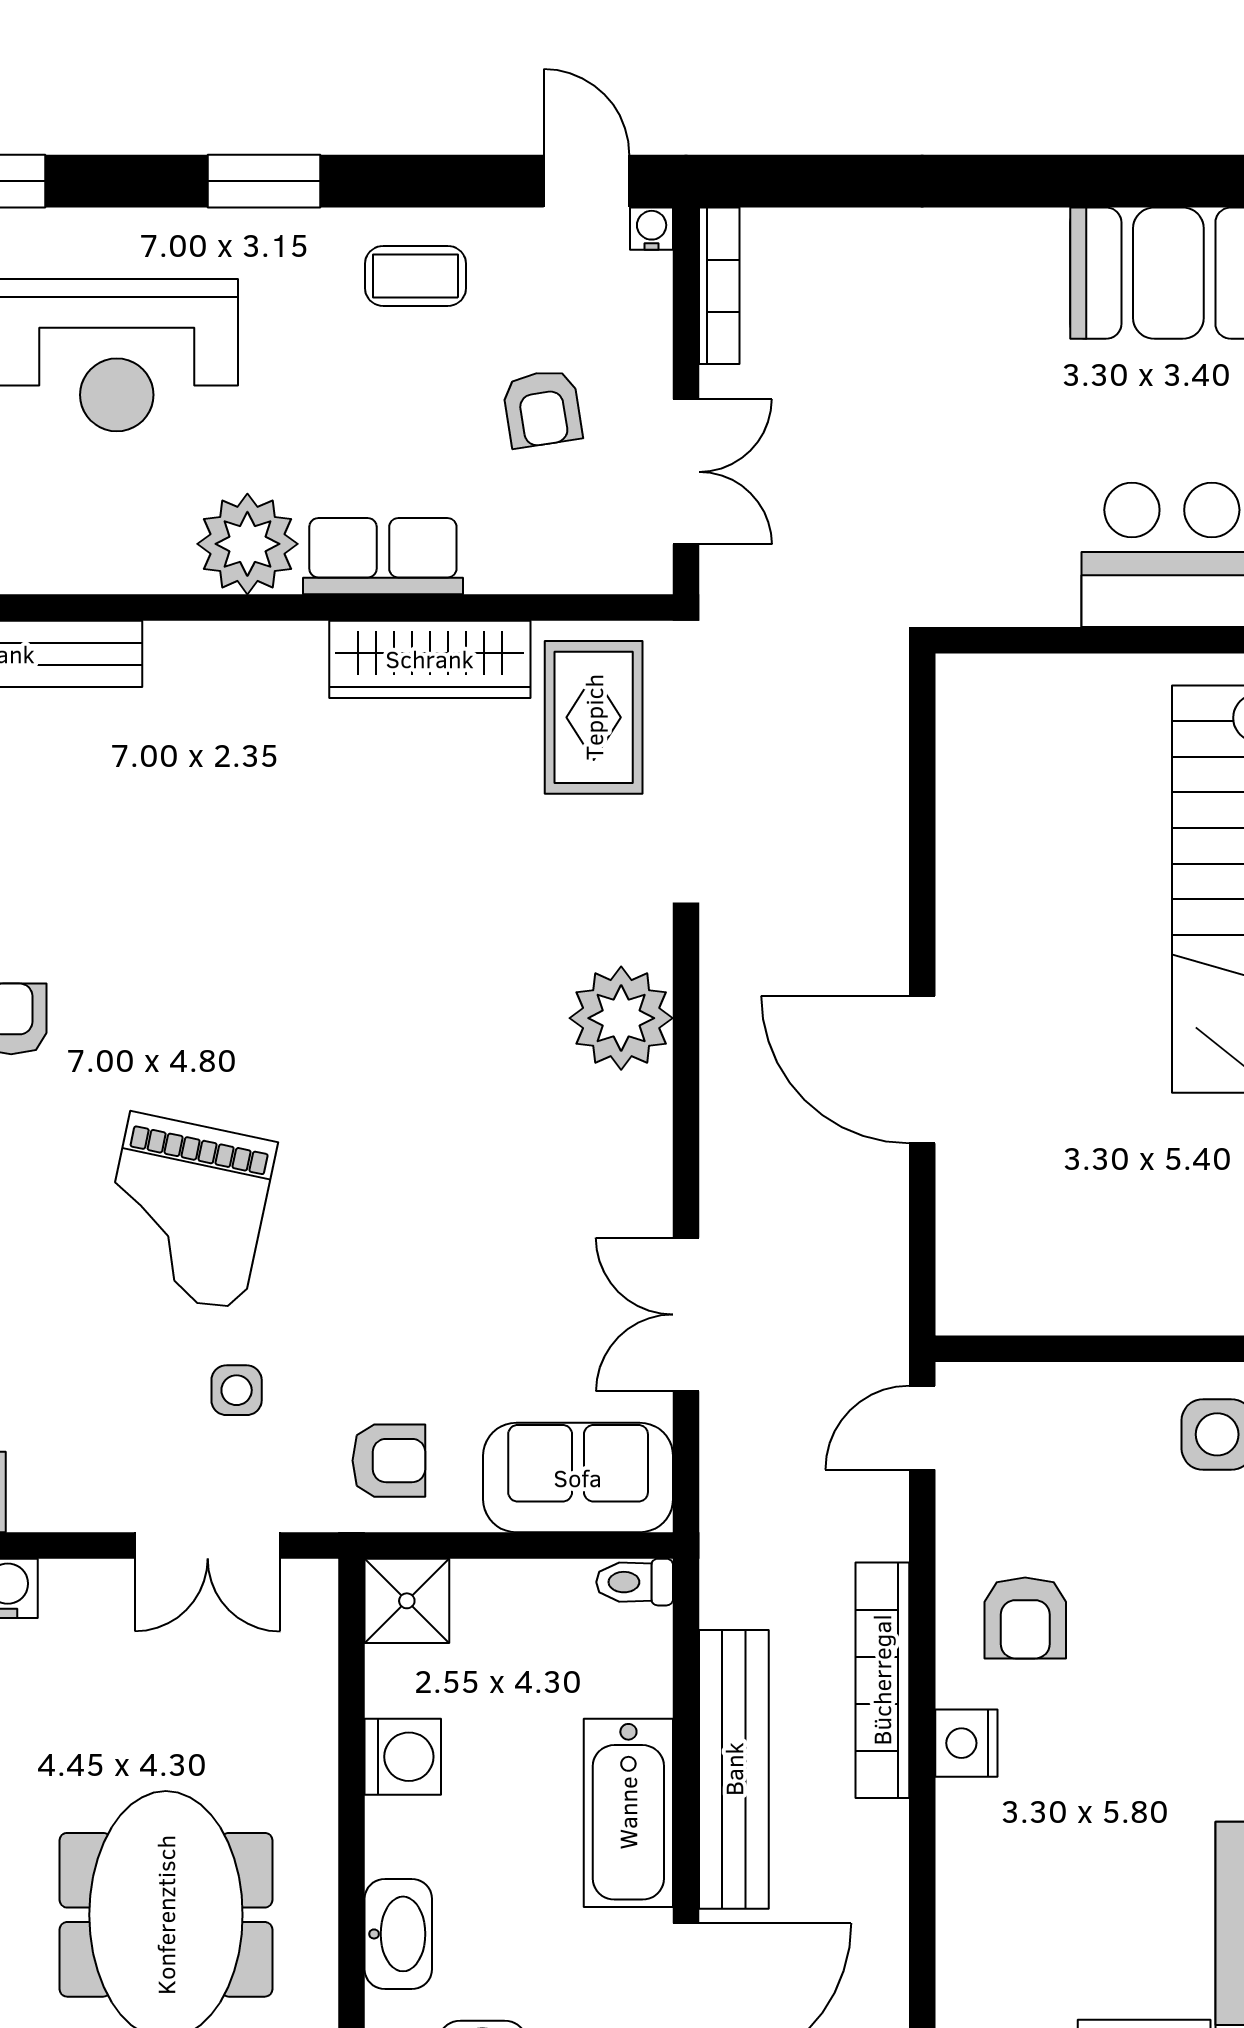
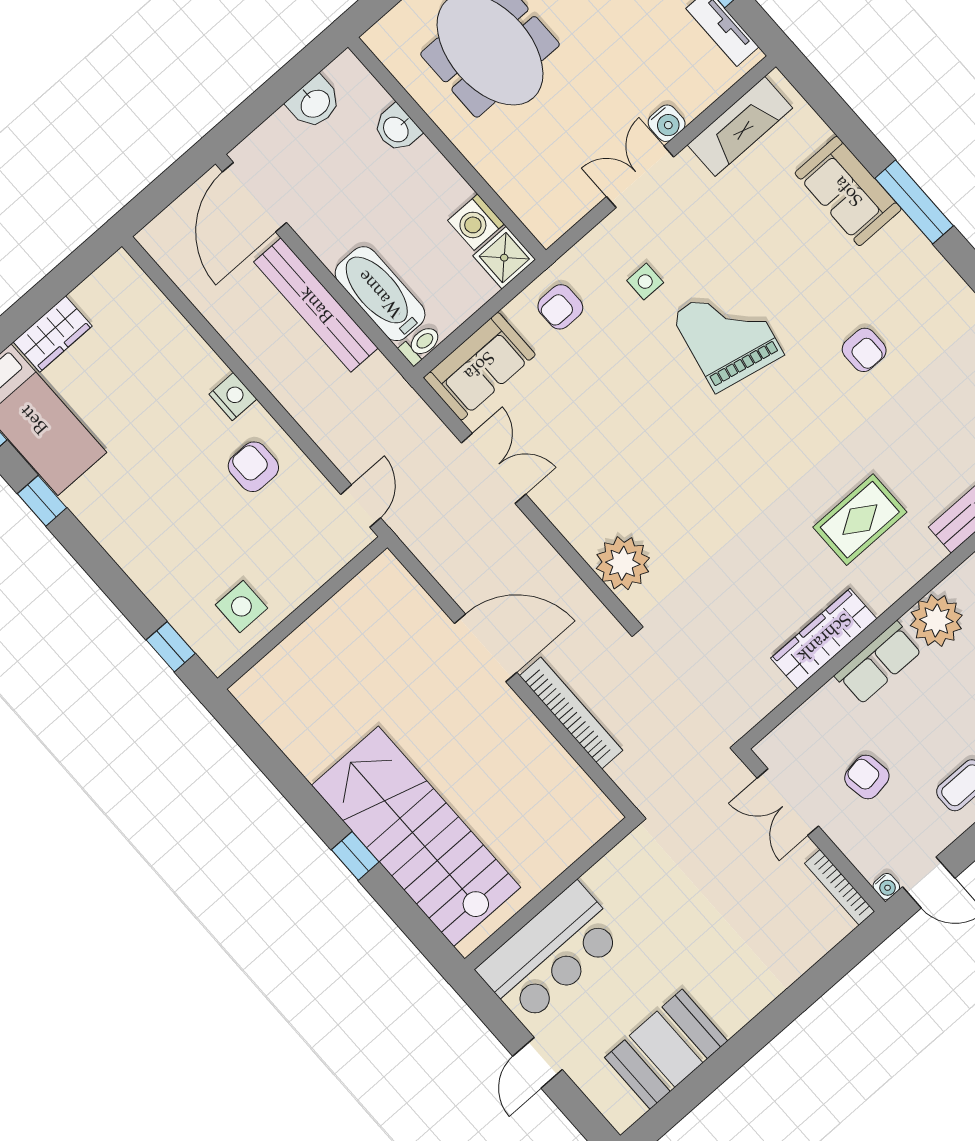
rug: (594, 717) -> (860, 520), moved, turned 90
double door: (208, 1545) -> (640, 177), moved
bookcase: (882, 1680) -> (571, 713), moved
washing machine: (403, 1757) -> (476, 222), moved
bathtub: (628, 1813) -> (380, 294), moved
washbasin: (398, 1934) -> (397, 129), width x0.72

